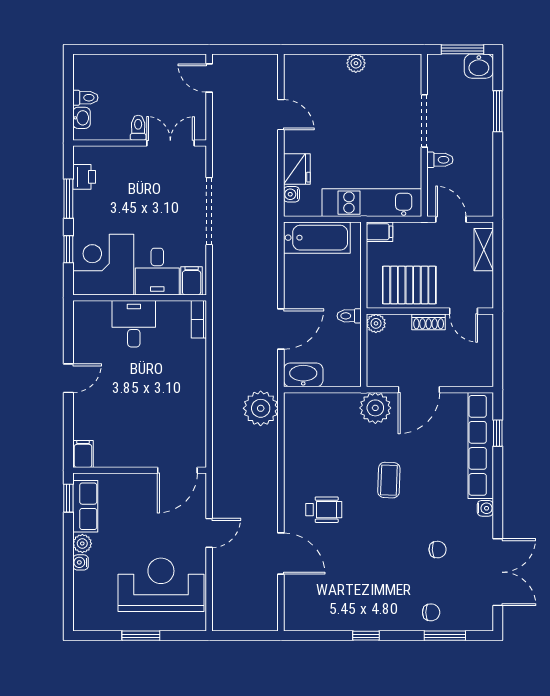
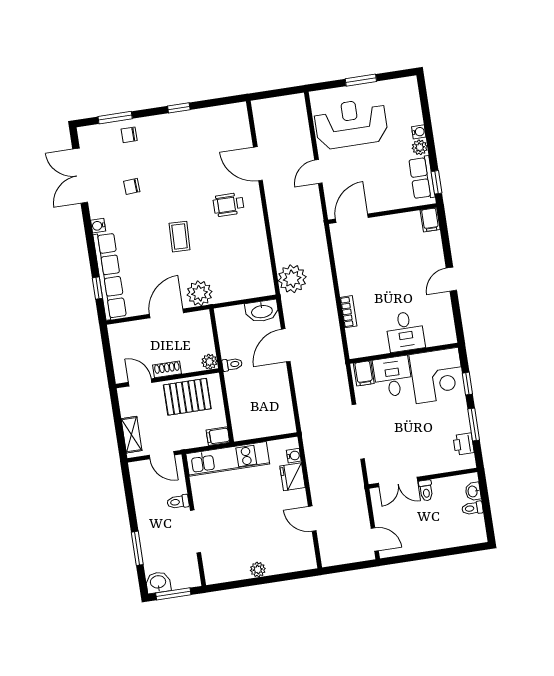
bathtub: (317, 238) -> (268, 424), removed
bookcase: (199, 319) -> (348, 312), moved
reception desk: (161, 585) -> (351, 124), turned 180

